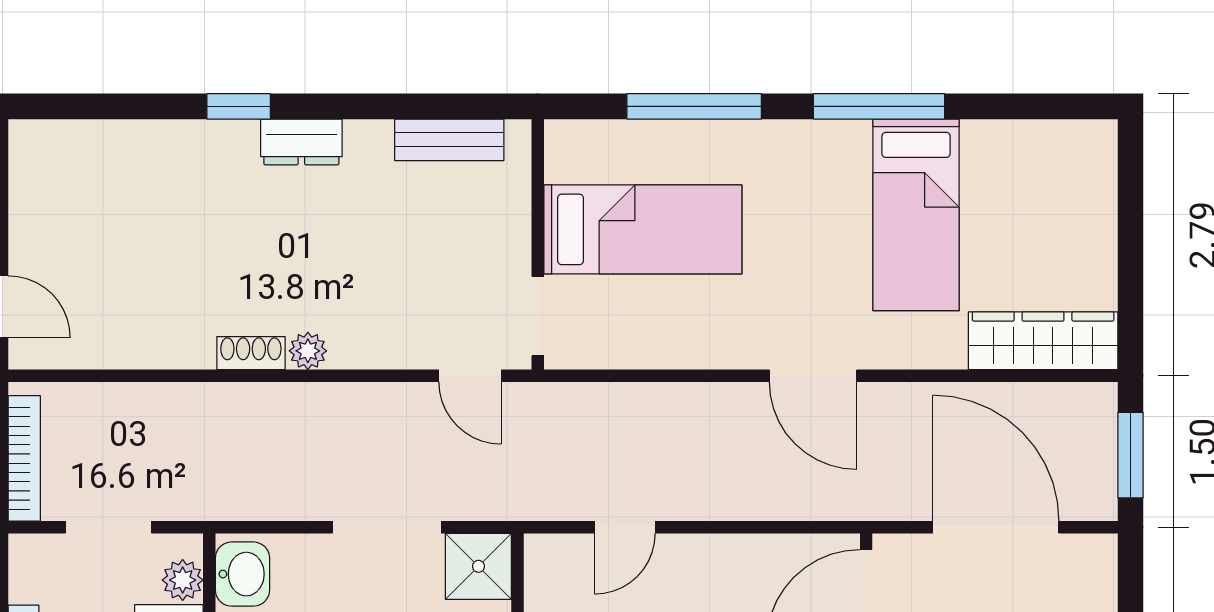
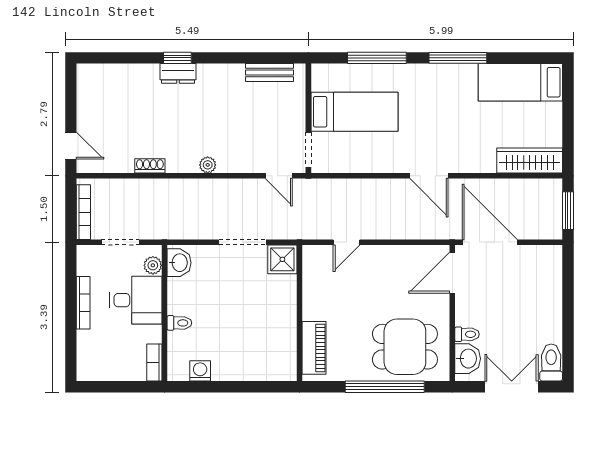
dresser: (301, 142) -> (178, 73), moved
bed: (916, 215) -> (520, 82), moved, turned 90
shoe rack: (251, 353) -> (150, 166), moved
door: (996, 527) -> (490, 242), moved

